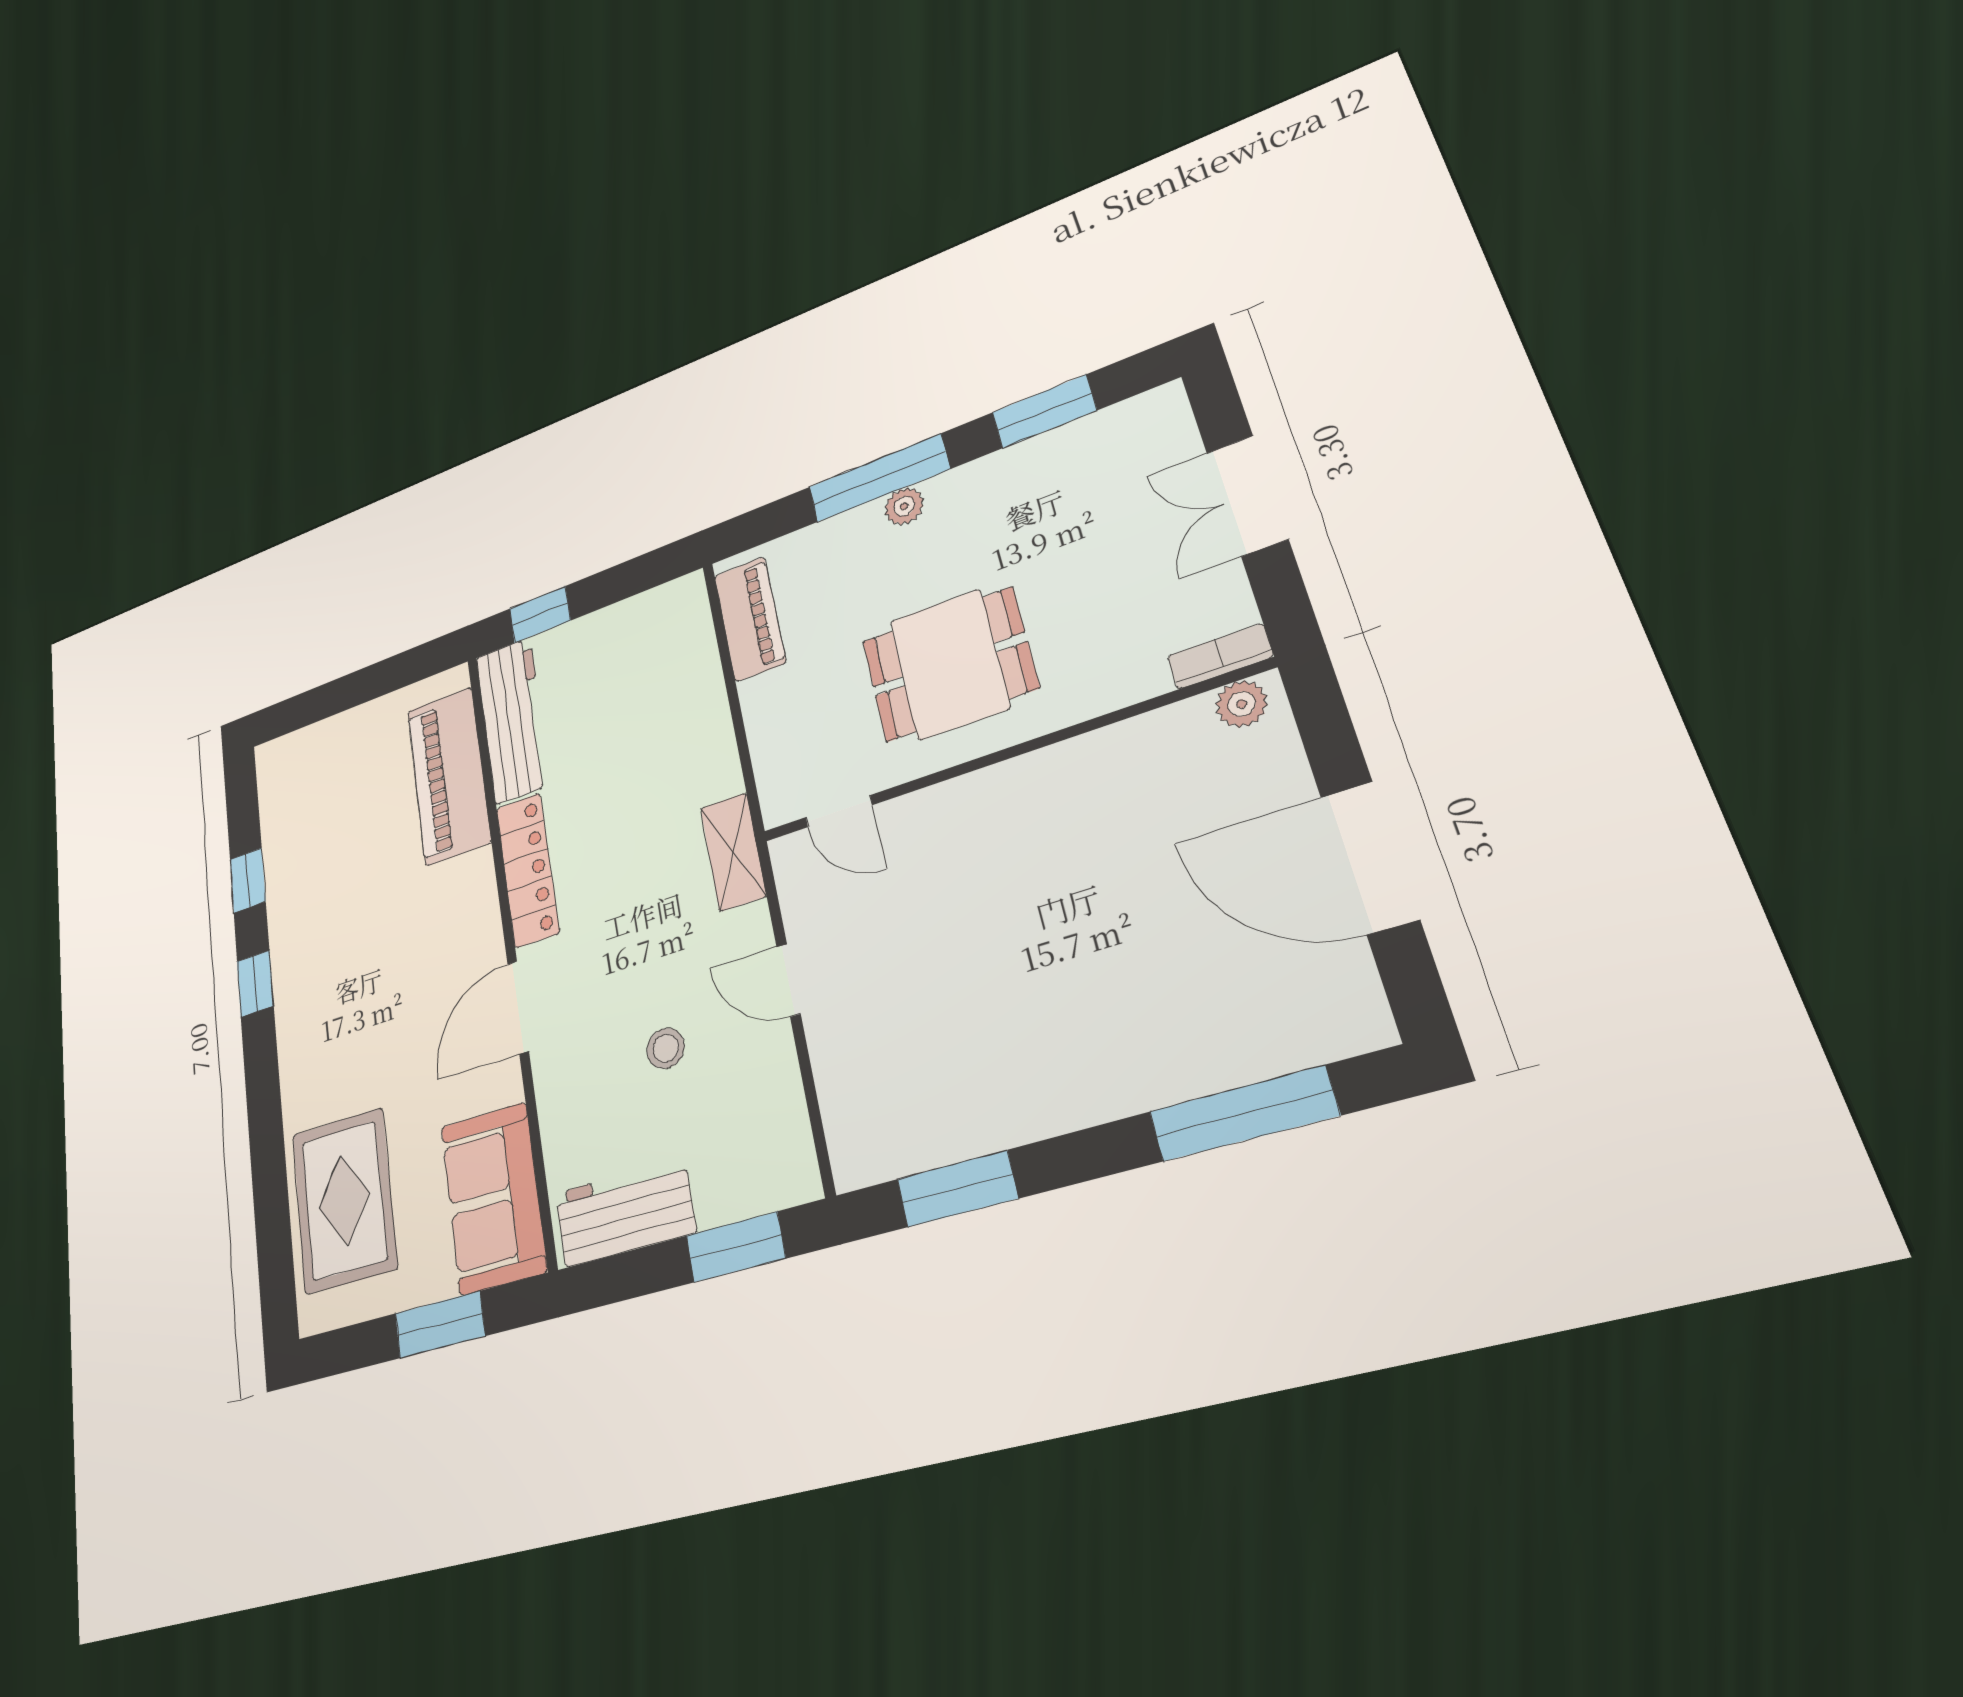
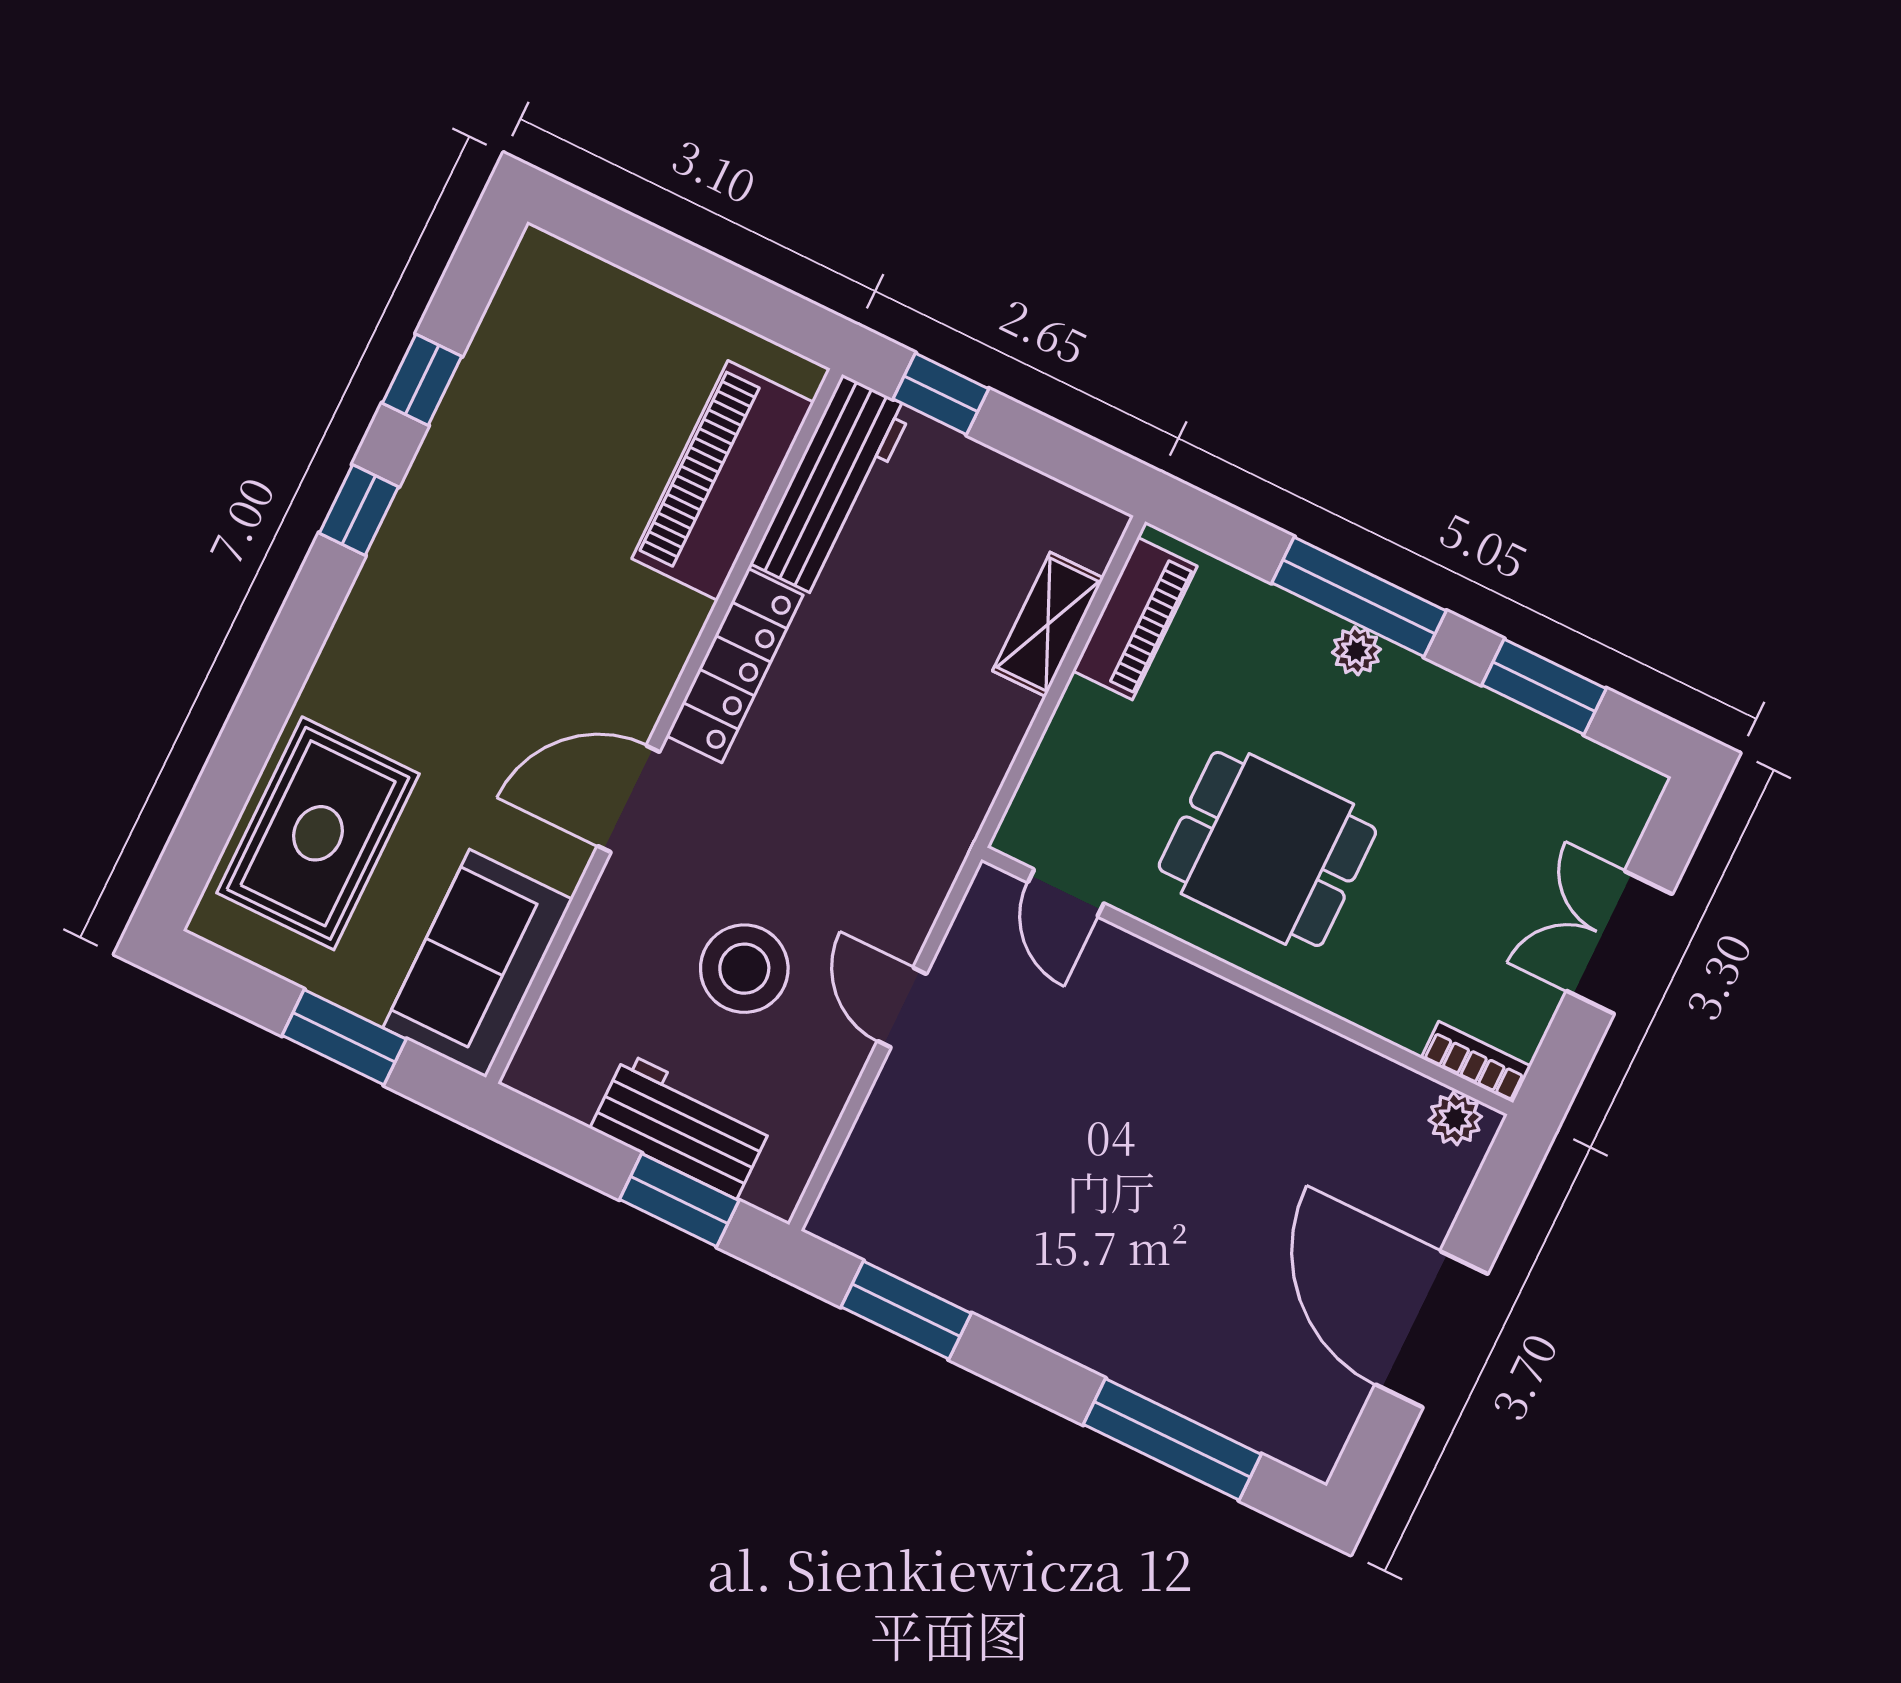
shelving: (733, 852) -> (1048, 624), moved
stool: (666, 1048) -> (744, 969), width x1.89, depth x1.89
workbench: (625, 1213) -> (682, 1126), moved

